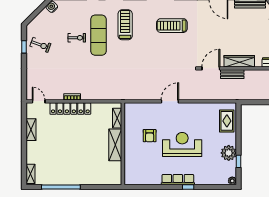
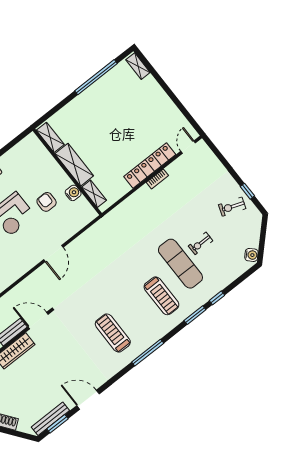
treadmill: (172, 26) -> (113, 333), turned -90
door: (211, 68) -> (38, 321), swing flipped
door: (39, 101) -> (188, 147), swing flipped
water cooler: (129, 128) -> (73, 193), added
shelving: (31, 130) -> (50, 137), moved

